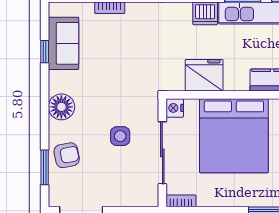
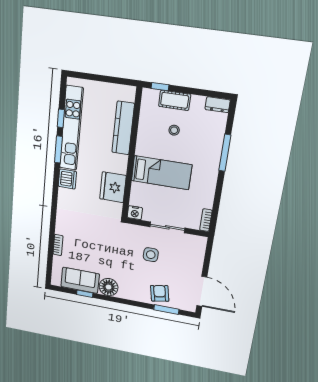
floor lamp: (61, 107) -> (109, 287), moved
bed: (234, 136) -> (161, 173), width x0.49
sliding door: (162, 153) -> (167, 227), width x0.73

